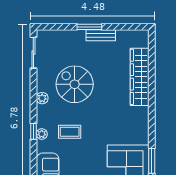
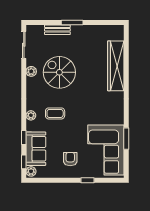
bench: (101, 35) -> (57, 30), moved
plant: (42, 98) -> (31, 71), moved
window: (33, 131) -> (24, 137), moved

